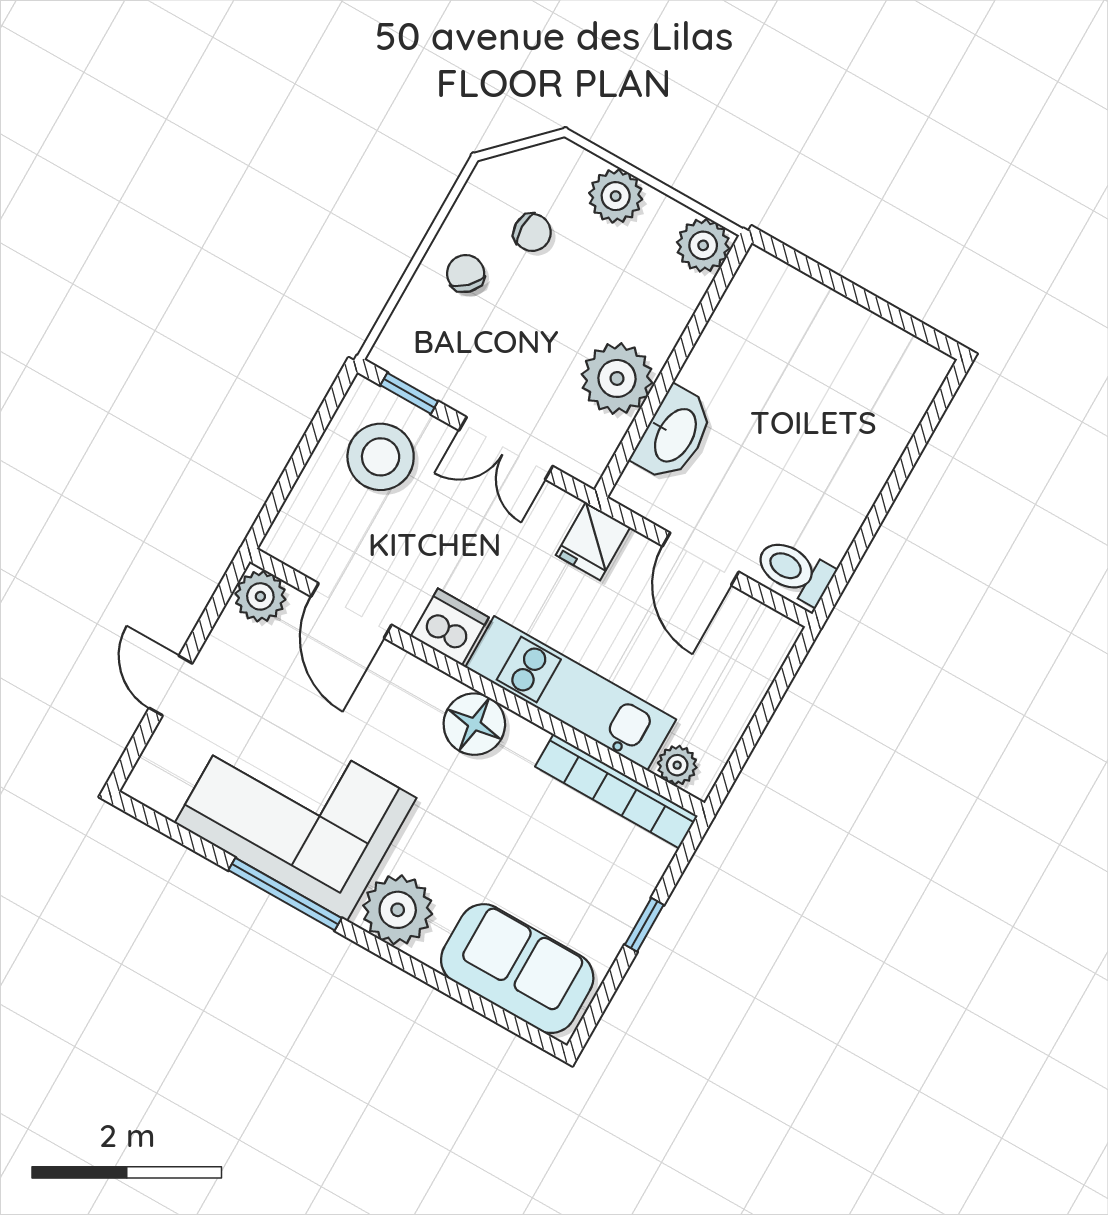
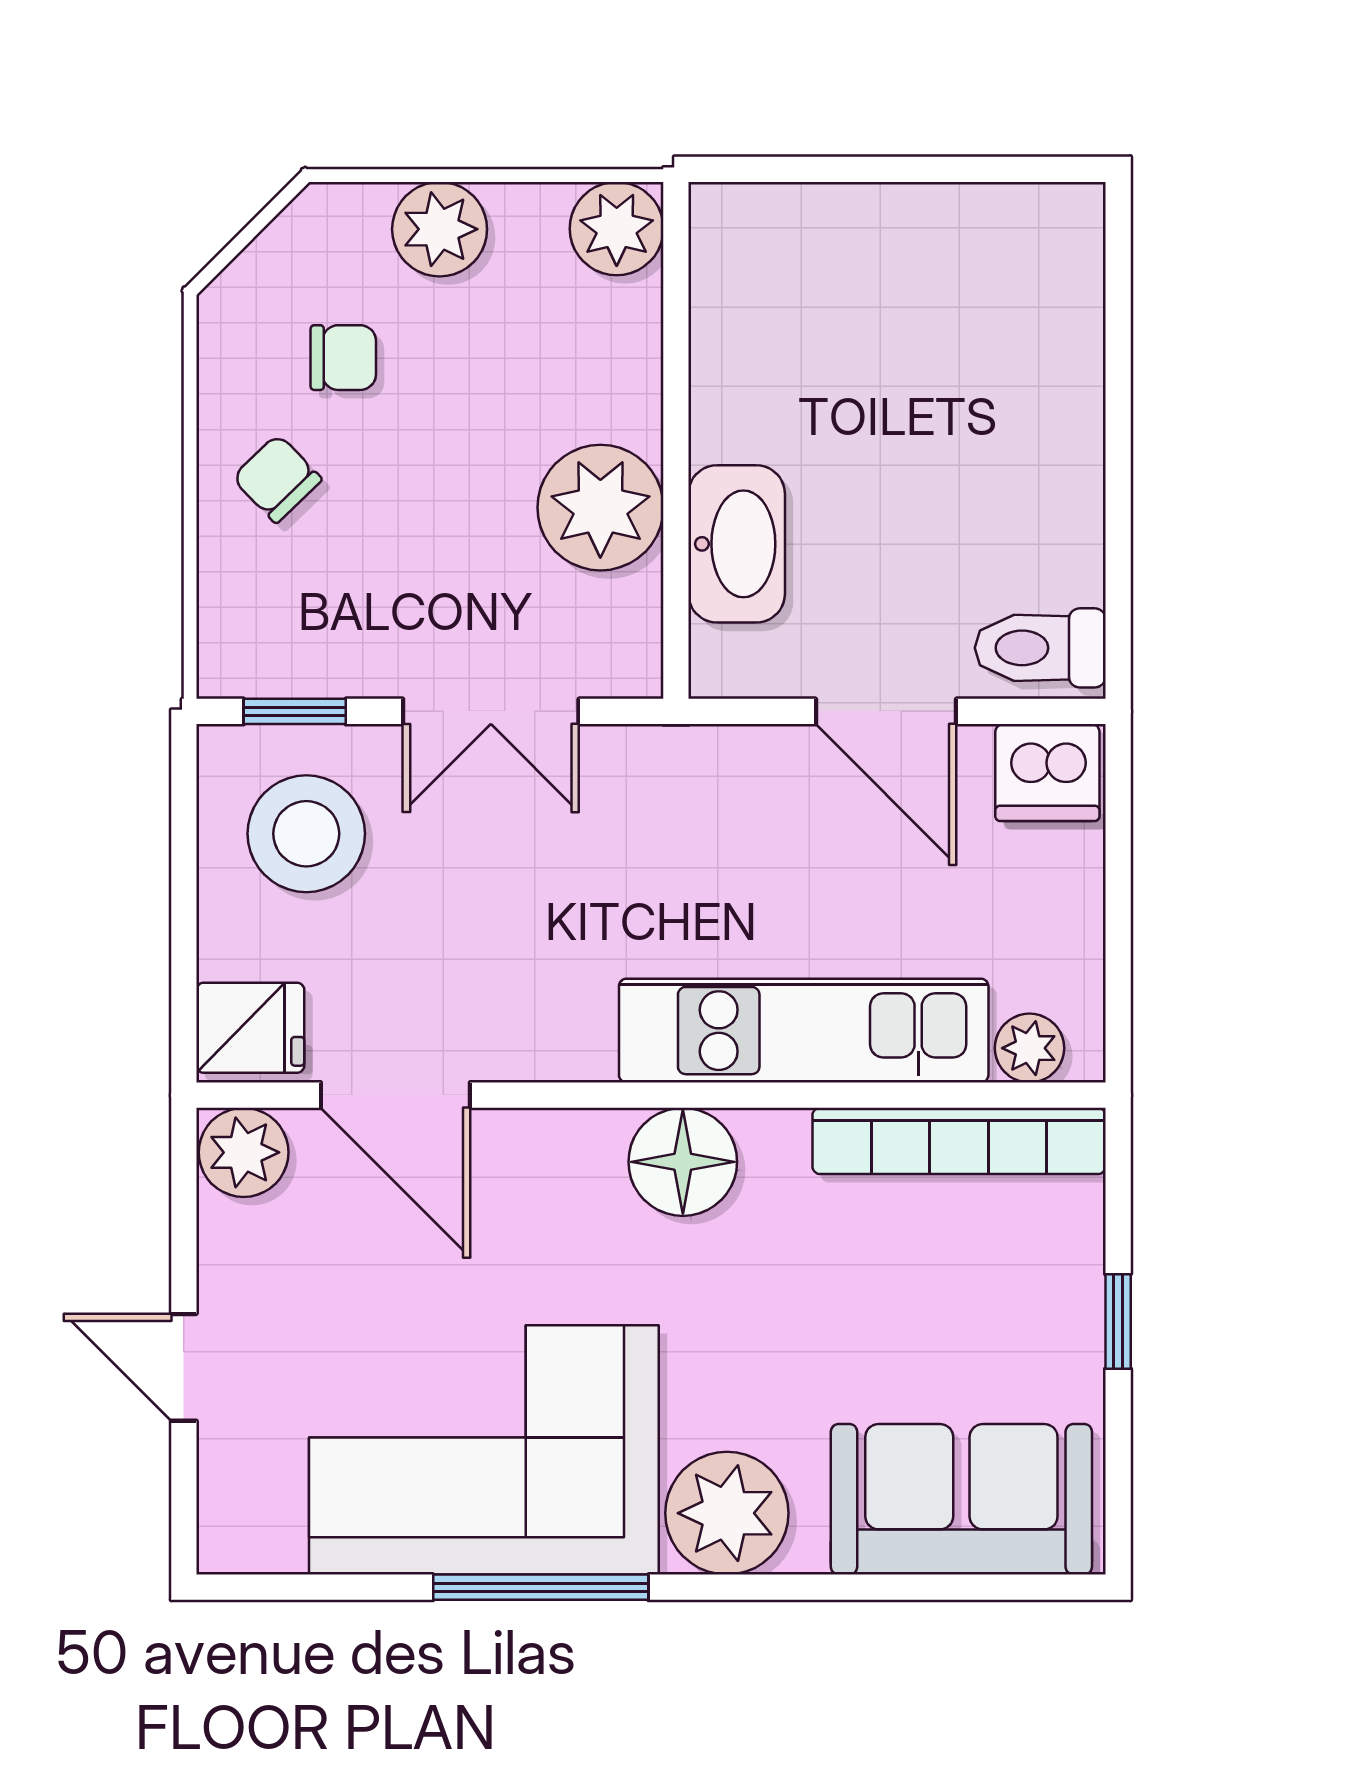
fridge: (593, 541) -> (250, 1028), moved, turned -90
dishwasher: (450, 627) -> (1047, 773), moved, turned 180

